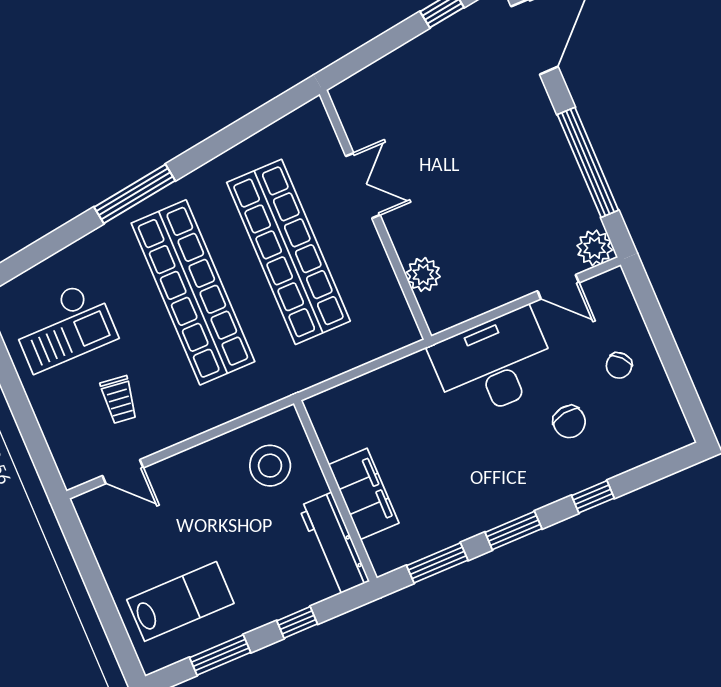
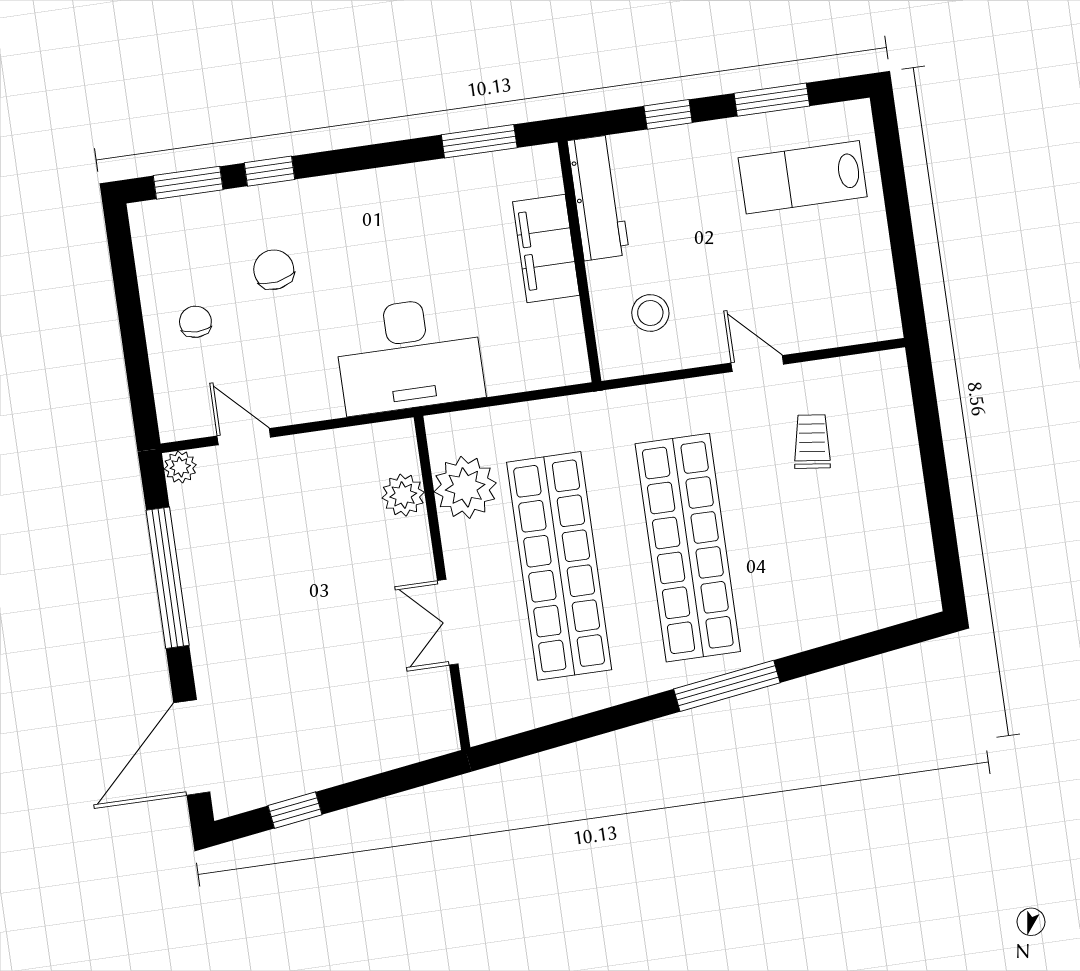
plant: (595, 248) -> (180, 467), width x0.73, depth x0.73
plant: (377, 293) -> (465, 487), added
checkout: (64, 326) -> (856, 548), removed
desk: (494, 364) -> (409, 355), moved
chair: (619, 365) -> (195, 322), turned -48
stool: (270, 466) -> (650, 313), width x0.73, depth x0.73
door: (123, 472) -> (757, 364), moved
window: (513, 531) -> (188, 183), moved

